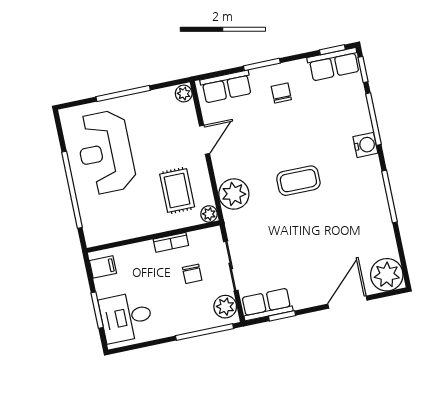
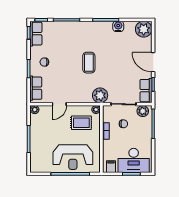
door: (204, 140) -> (59, 104), swing flipped
water cooler: (365, 145) -> (118, 26), moved
reception desk: (106, 152) -> (73, 157), moved
plant: (234, 194) -> (100, 95), moved
door: (347, 302) -> (153, 62), moved
desk: (126, 317) -> (134, 160), width x1.37

